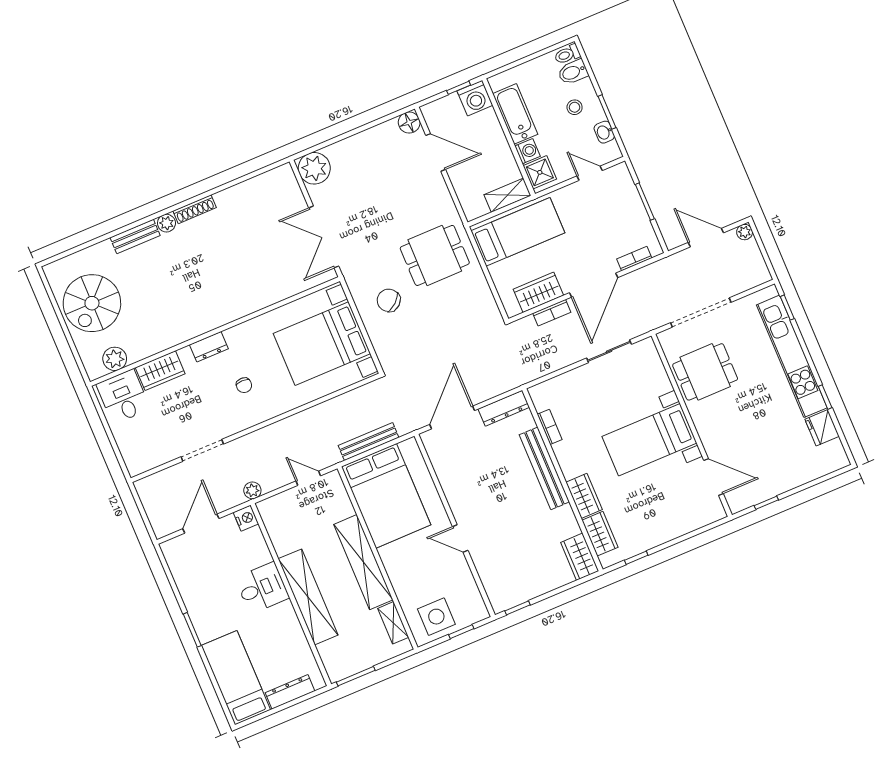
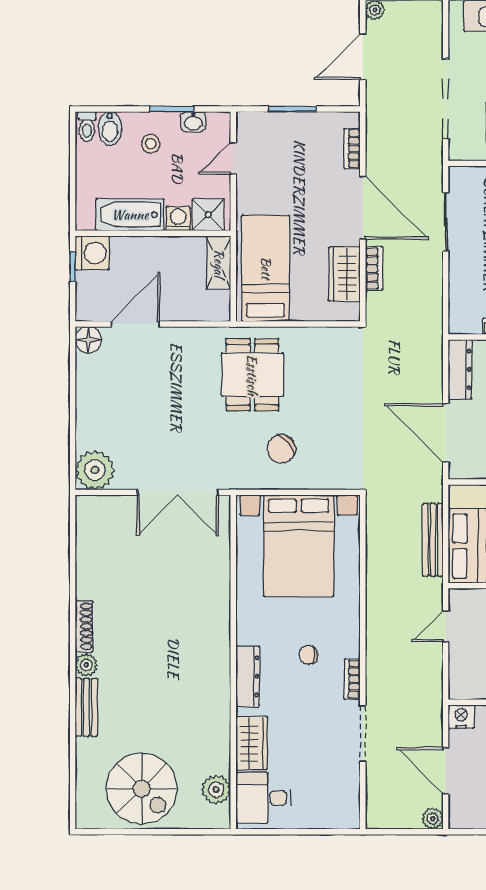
dresser: (209, 347) -> (248, 676), width x1.44
chair: (244, 385) -> (309, 655), turned 180
bookcase: (239, 425) -> (352, 679), added
plant: (252, 490) -> (433, 819), moved

